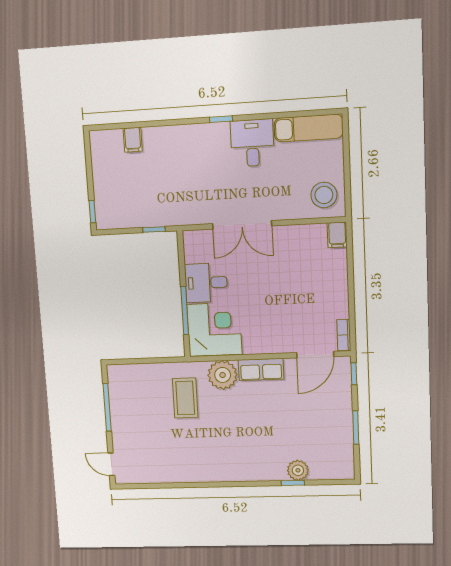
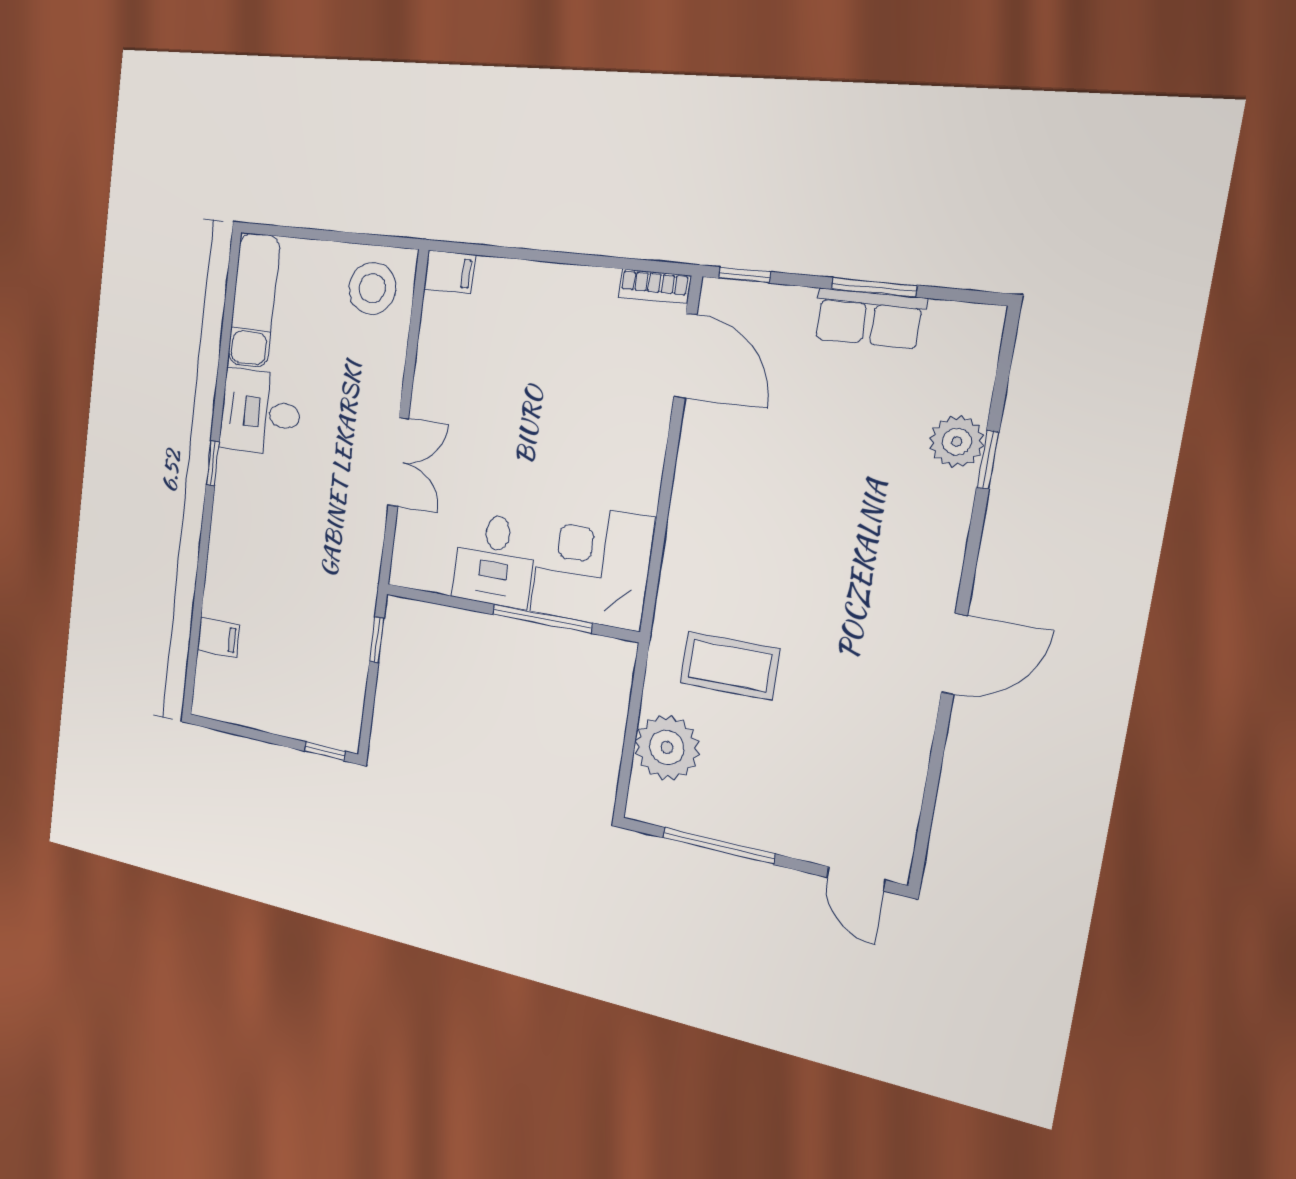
double door: (242, 225) -> (398, 462), width x0.73
row of seats: (261, 369) -> (869, 318), moved, turned 90
plant: (223, 375) -> (667, 747), moved
door: (111, 464) -> (856, 879), hinge flipped
door: (213, 485) -> (954, 654), added

